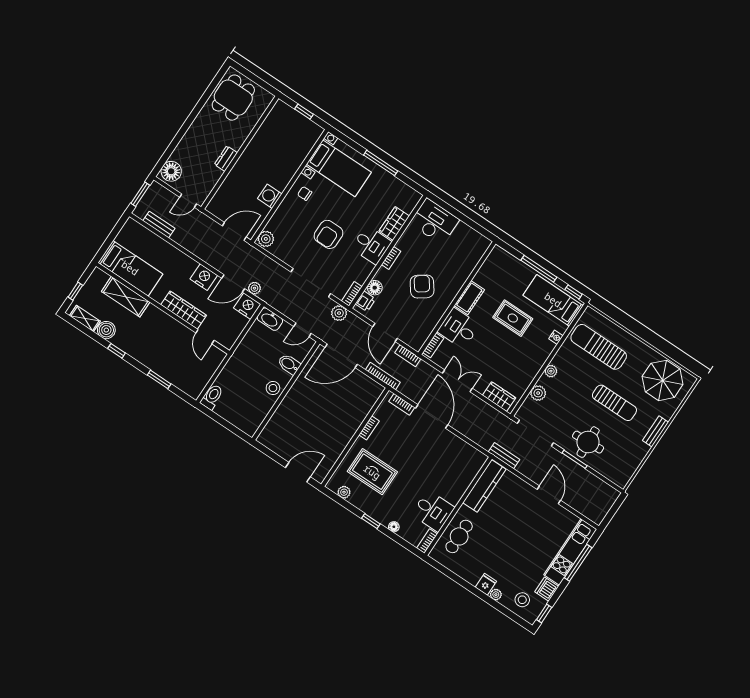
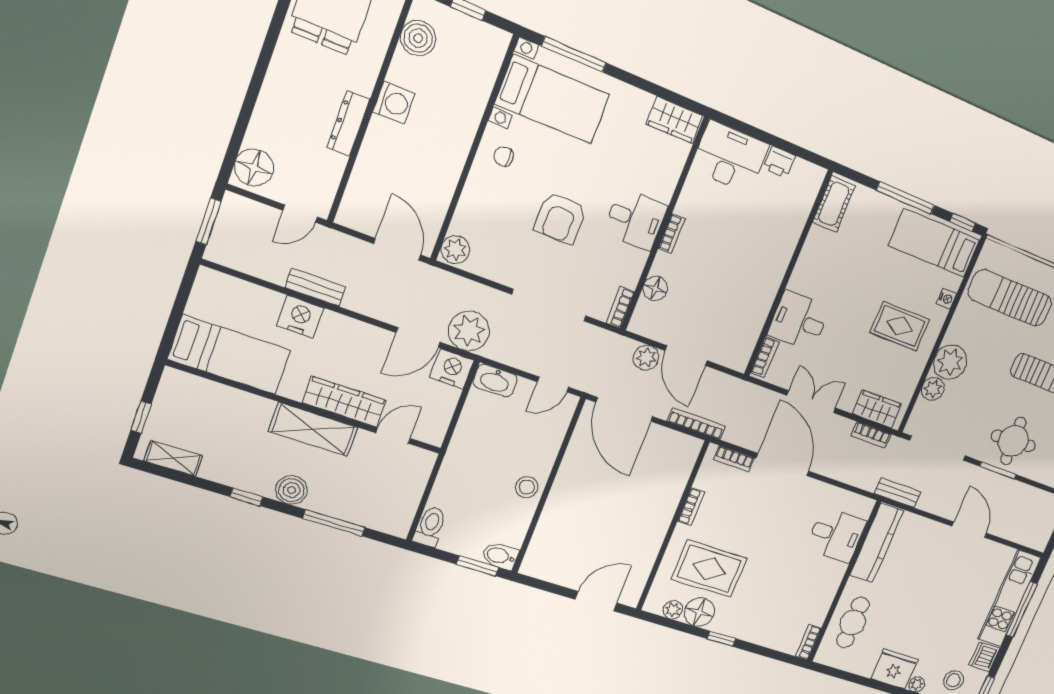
boiler: (274, 122) -> (418, 38), added
dresser: (226, 159) -> (348, 123), width x1.44
window: (381, 163) -> (574, 54), moved
washing machine: (270, 196) -> (394, 103), moved, turned 180
wardrobe: (394, 224) -> (675, 120), moved, turned -90
bench: (159, 225) -> (315, 287), moved
door: (234, 232) -> (397, 249), hinge flipped
nightstand: (204, 277) -> (300, 317), moved
armchair: (422, 287) -> (730, 269), removed
plant: (254, 288) -> (469, 331), width x1.88, depth x1.88
shelving: (126, 297) -> (313, 429), moved
cot: (469, 298) -> (834, 204), moved
printer: (365, 301) -> (779, 162), moved, turned 90
plant: (339, 313) -> (646, 358), moved
rug: (513, 318) -> (900, 326), moved
boiler: (106, 330) -> (292, 490), moved
door: (205, 337) -> (393, 436), swing flipped
door: (341, 356) -> (624, 409), hinge flipped
bookcase: (408, 356) -> (871, 435), moved
bidet: (289, 364) -> (500, 556), moved
plant: (551, 371) -> (950, 362), width x1.87, depth x1.87
window: (159, 379) -> (334, 523), width x1.44
window: (233, 429) -> (478, 566), added
desk: (433, 511) -> (836, 535), moved
floor lamp: (394, 527) -> (699, 612), moved, width x1.89, depth x1.89
fridge: (486, 584) -> (895, 669), width x1.88, depth x1.34

